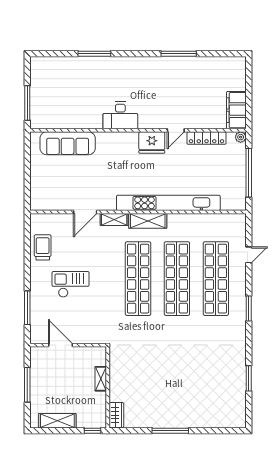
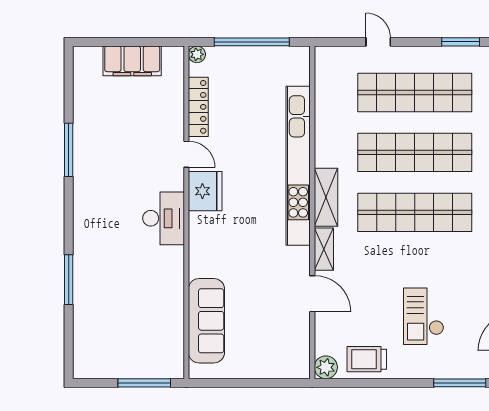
filing cabinet: (236, 110) -> (132, 61), moved
desk: (120, 115) -> (164, 218), moved
plant: (37, 221) -> (326, 367), added

